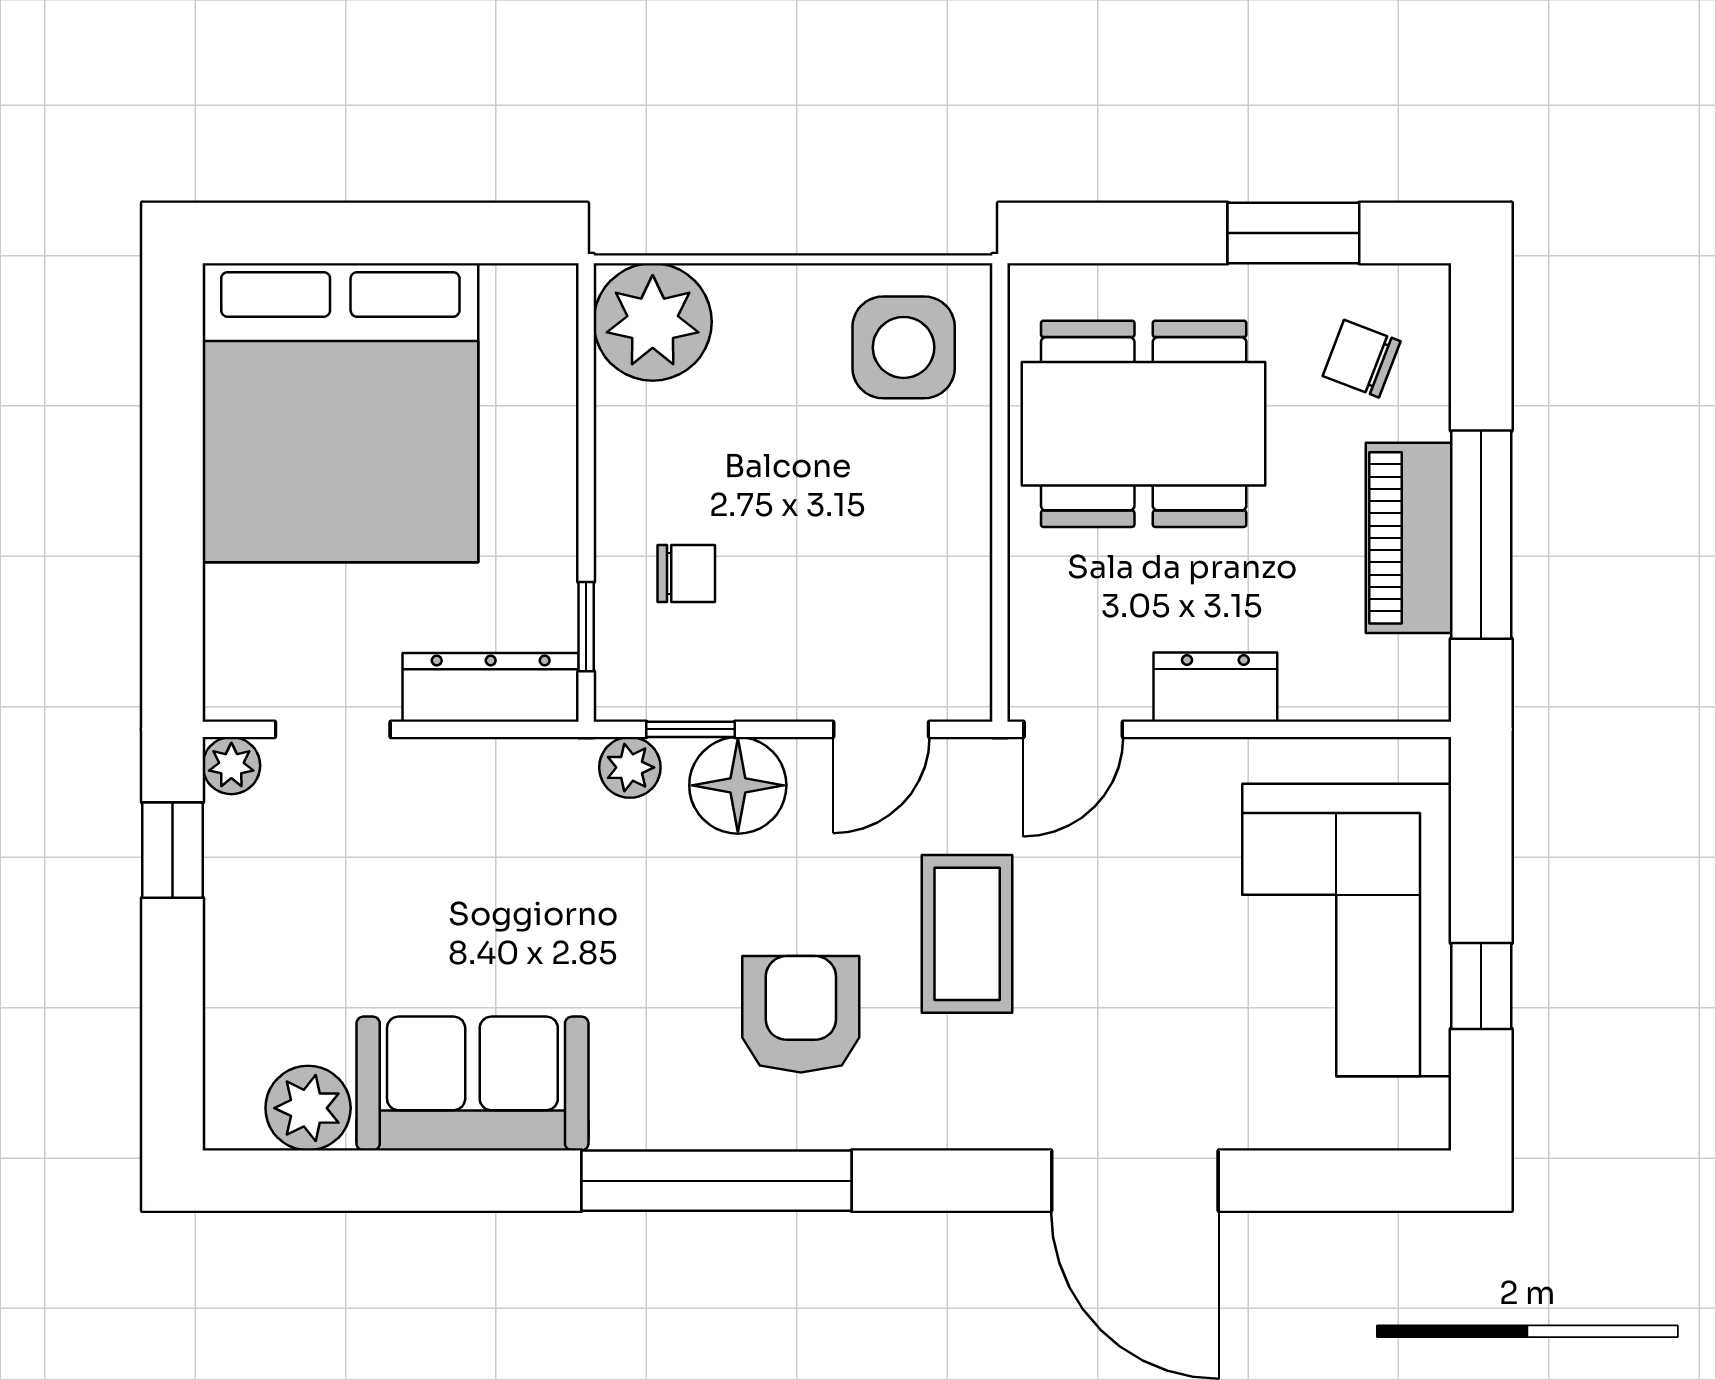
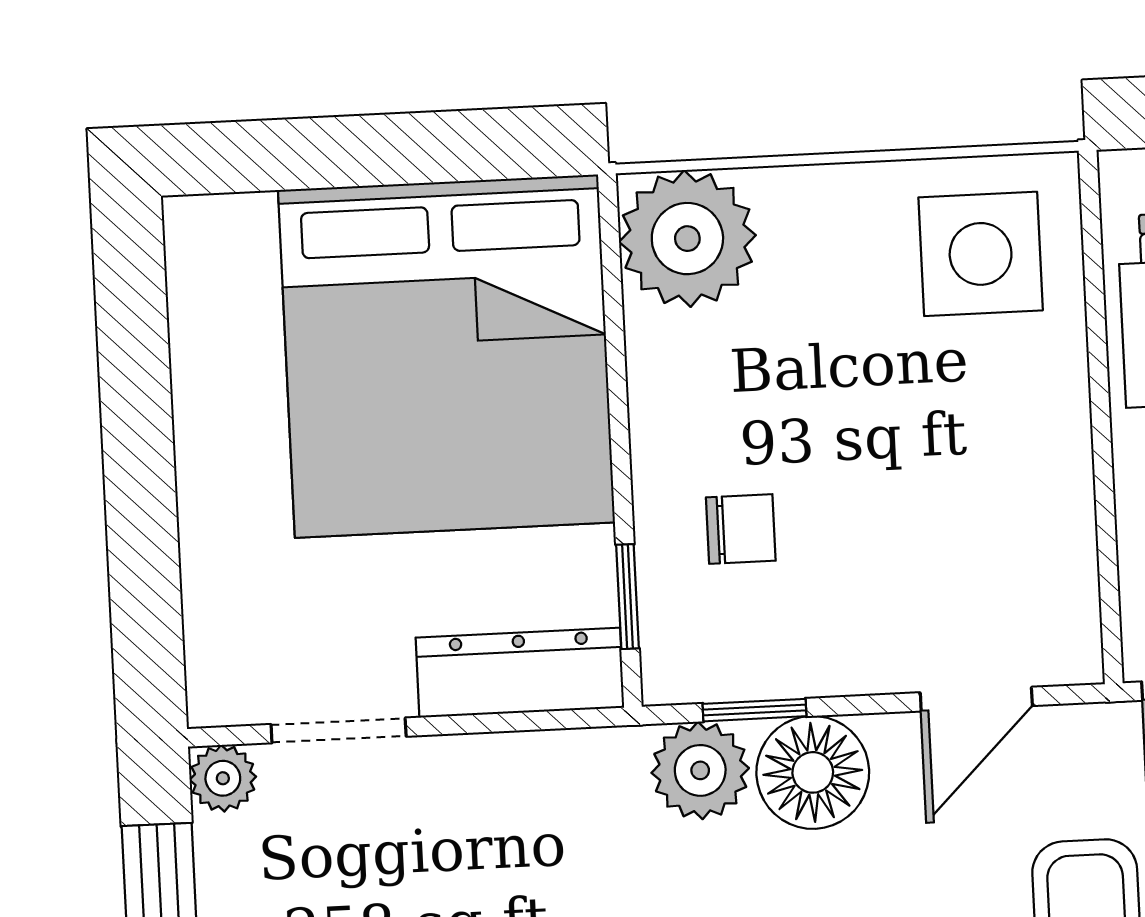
bed: (340, 413) -> (446, 356), moved
plant: (630, 767) -> (700, 770), width x1.38, depth x1.38

